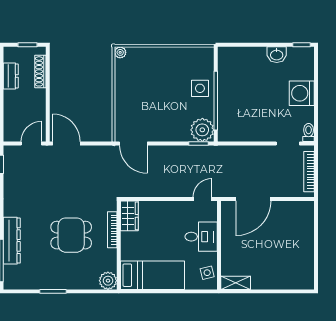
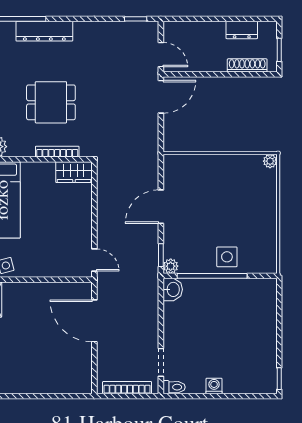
washbasin: (277, 55) -> (173, 289), moved, turned 180
washing machine: (302, 93) -> (214, 386), width x0.53, depth x0.53
plant: (202, 130) -> (171, 266), width x0.53, depth x0.53
door: (133, 143) -> (161, 207), moved
dining table: (71, 235) -> (51, 102), turned 90
desk: (201, 237) -> (49, 258), removed

